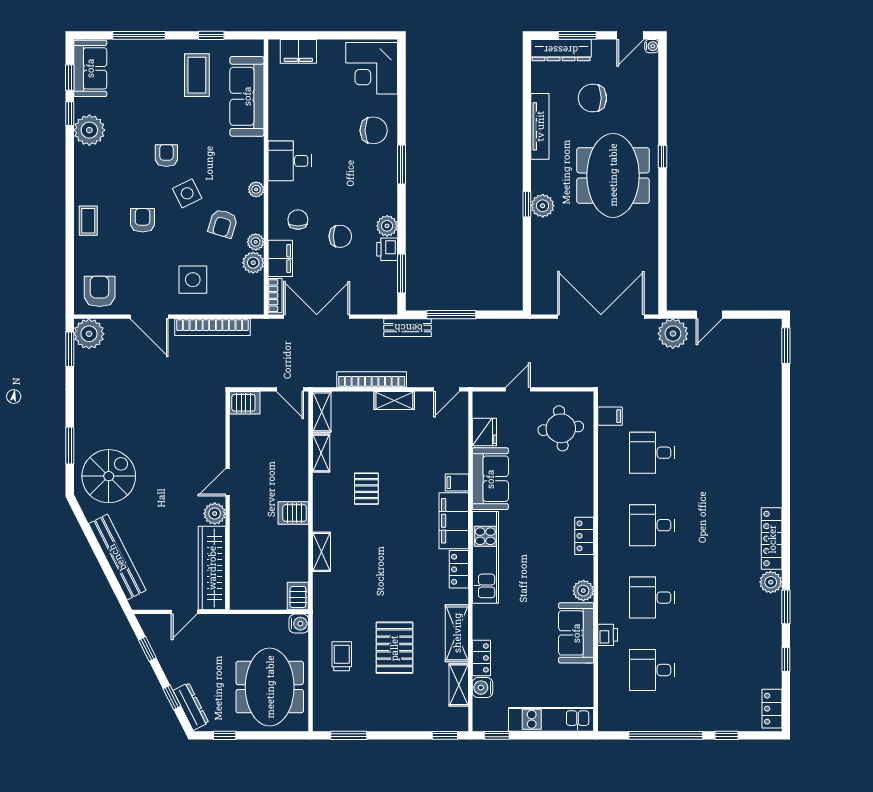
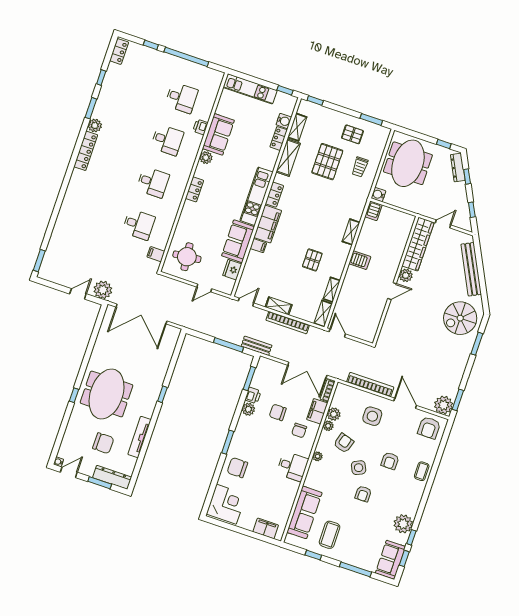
plant: (543, 206) -> (154, 390), removed
server rack: (245, 403) -> (366, 334), removed
pallet: (370, 703) -> (352, 134), added

